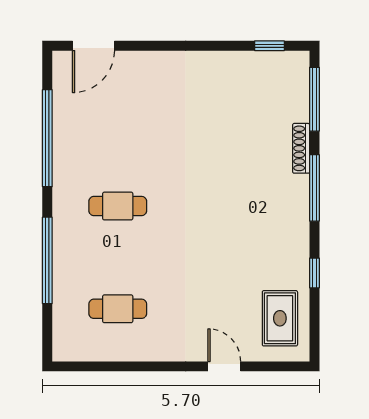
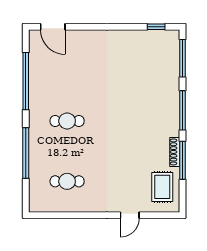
door: (93, 46) -> (53, 27), hinge flipped
shoe rack: (301, 148) -> (175, 152), moved
window: (314, 273) -> (183, 160), width x2.17
door: (224, 366) -> (130, 215), swing flipped

